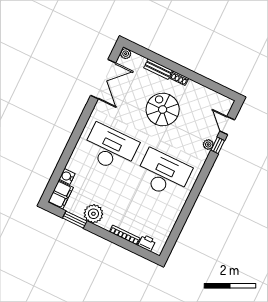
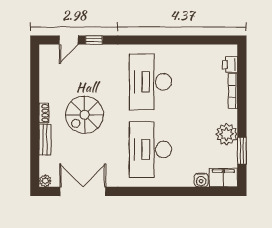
plant: (208, 145) -> (98, 50), removed

